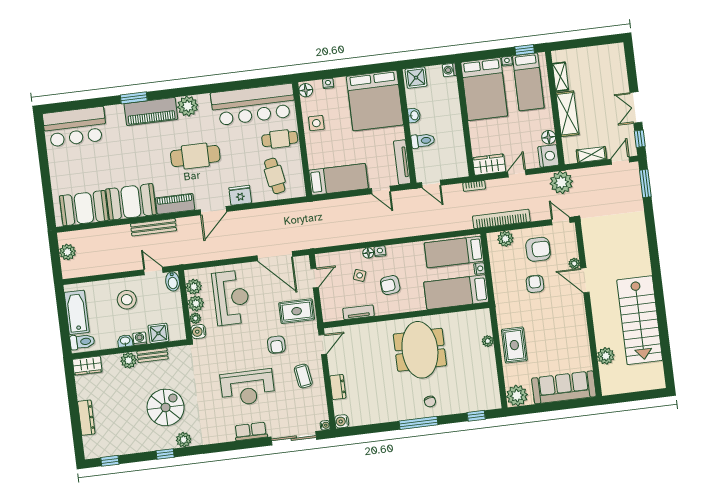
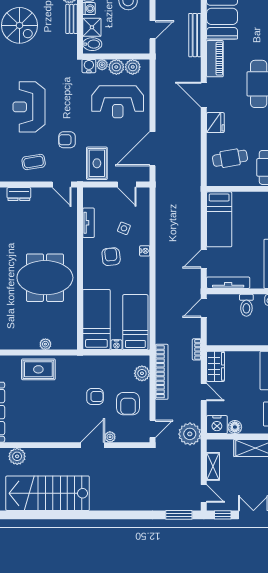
floor lamp: (368, 253) -> (145, 239), removed
bidet: (173, 281) -> (92, 44), moved, turned 180

